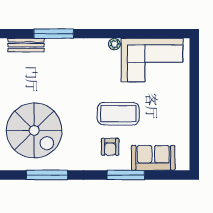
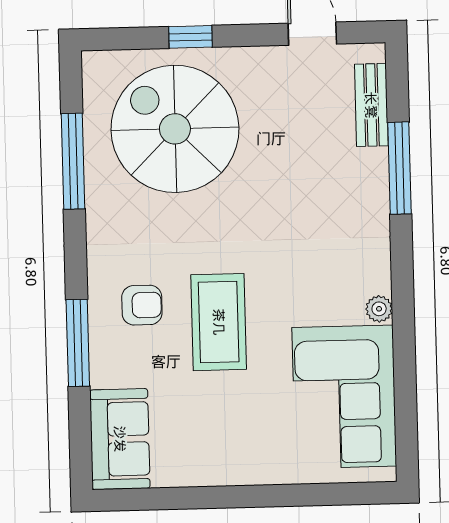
spiral stairs: (34, 130) -> (175, 129), turned 90
armchair: (110, 147) -> (142, 305), turned 180
sofa: (153, 158) -> (120, 439), moved

